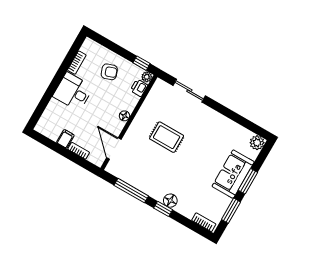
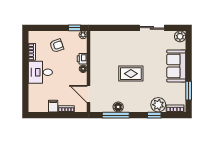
printer: (139, 88) -> (82, 59), moved
sliding door: (189, 91) -> (152, 28), moved
rug: (167, 137) -> (131, 74), moved
window: (248, 181) -> (189, 65), removed
floor lamp: (170, 201) -> (118, 107), moved
plant: (187, 207) -> (158, 105), added
window: (163, 209) -> (154, 115), moved

